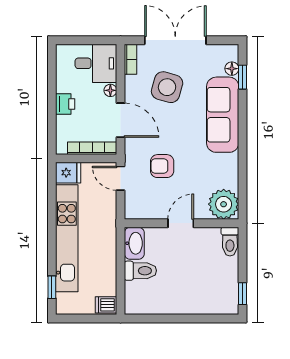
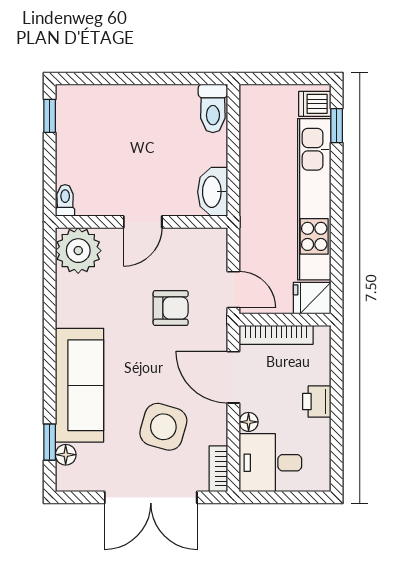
toilet: (230, 242) -> (65, 200), width x0.73, depth x0.72
toilet: (140, 271) -> (213, 108), moved, turned -90
dishwasher: (106, 305) -> (315, 104), moved, turned 180

